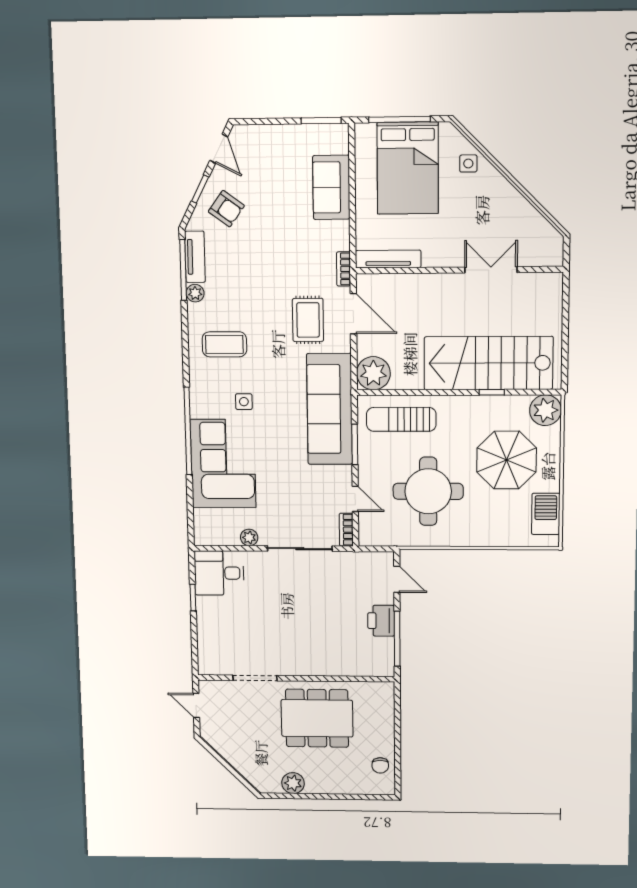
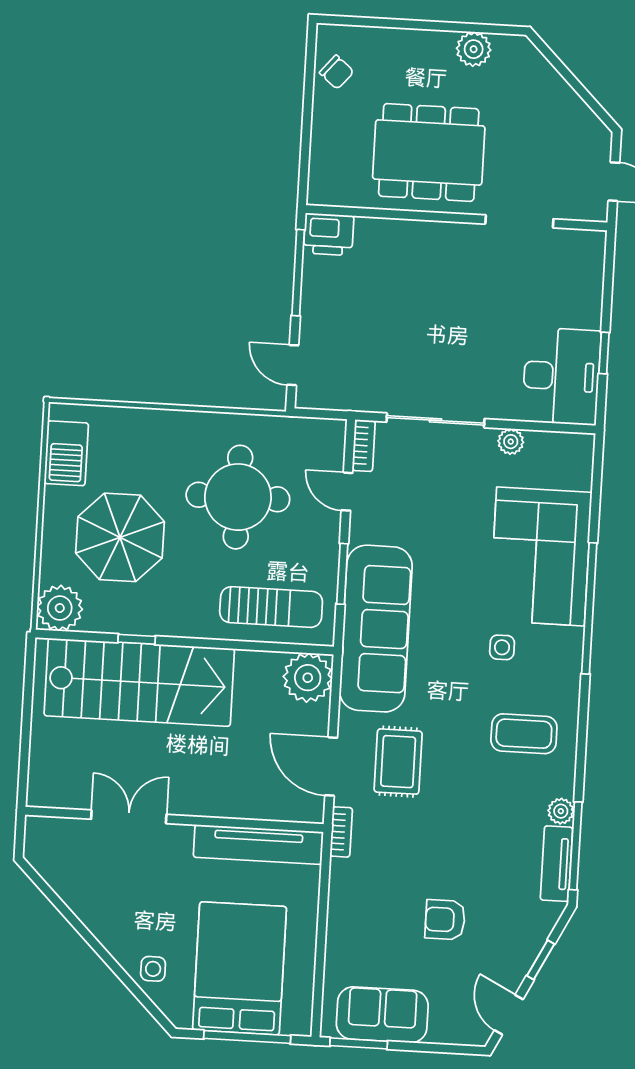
sofa: (331, 187) -> (382, 1015), moved, turned -90
armchair: (226, 209) -> (445, 920), moved, turned -36
tv unit: (388, 259) -> (258, 845), width x1.36, depth x1.29
double door: (491, 270) -> (129, 817), swing flipped
desk: (219, 573) -> (561, 376), width x1.37
printer: (381, 621) -> (329, 234), moved, turned 90
chair: (380, 765) -> (337, 72), turned 130

